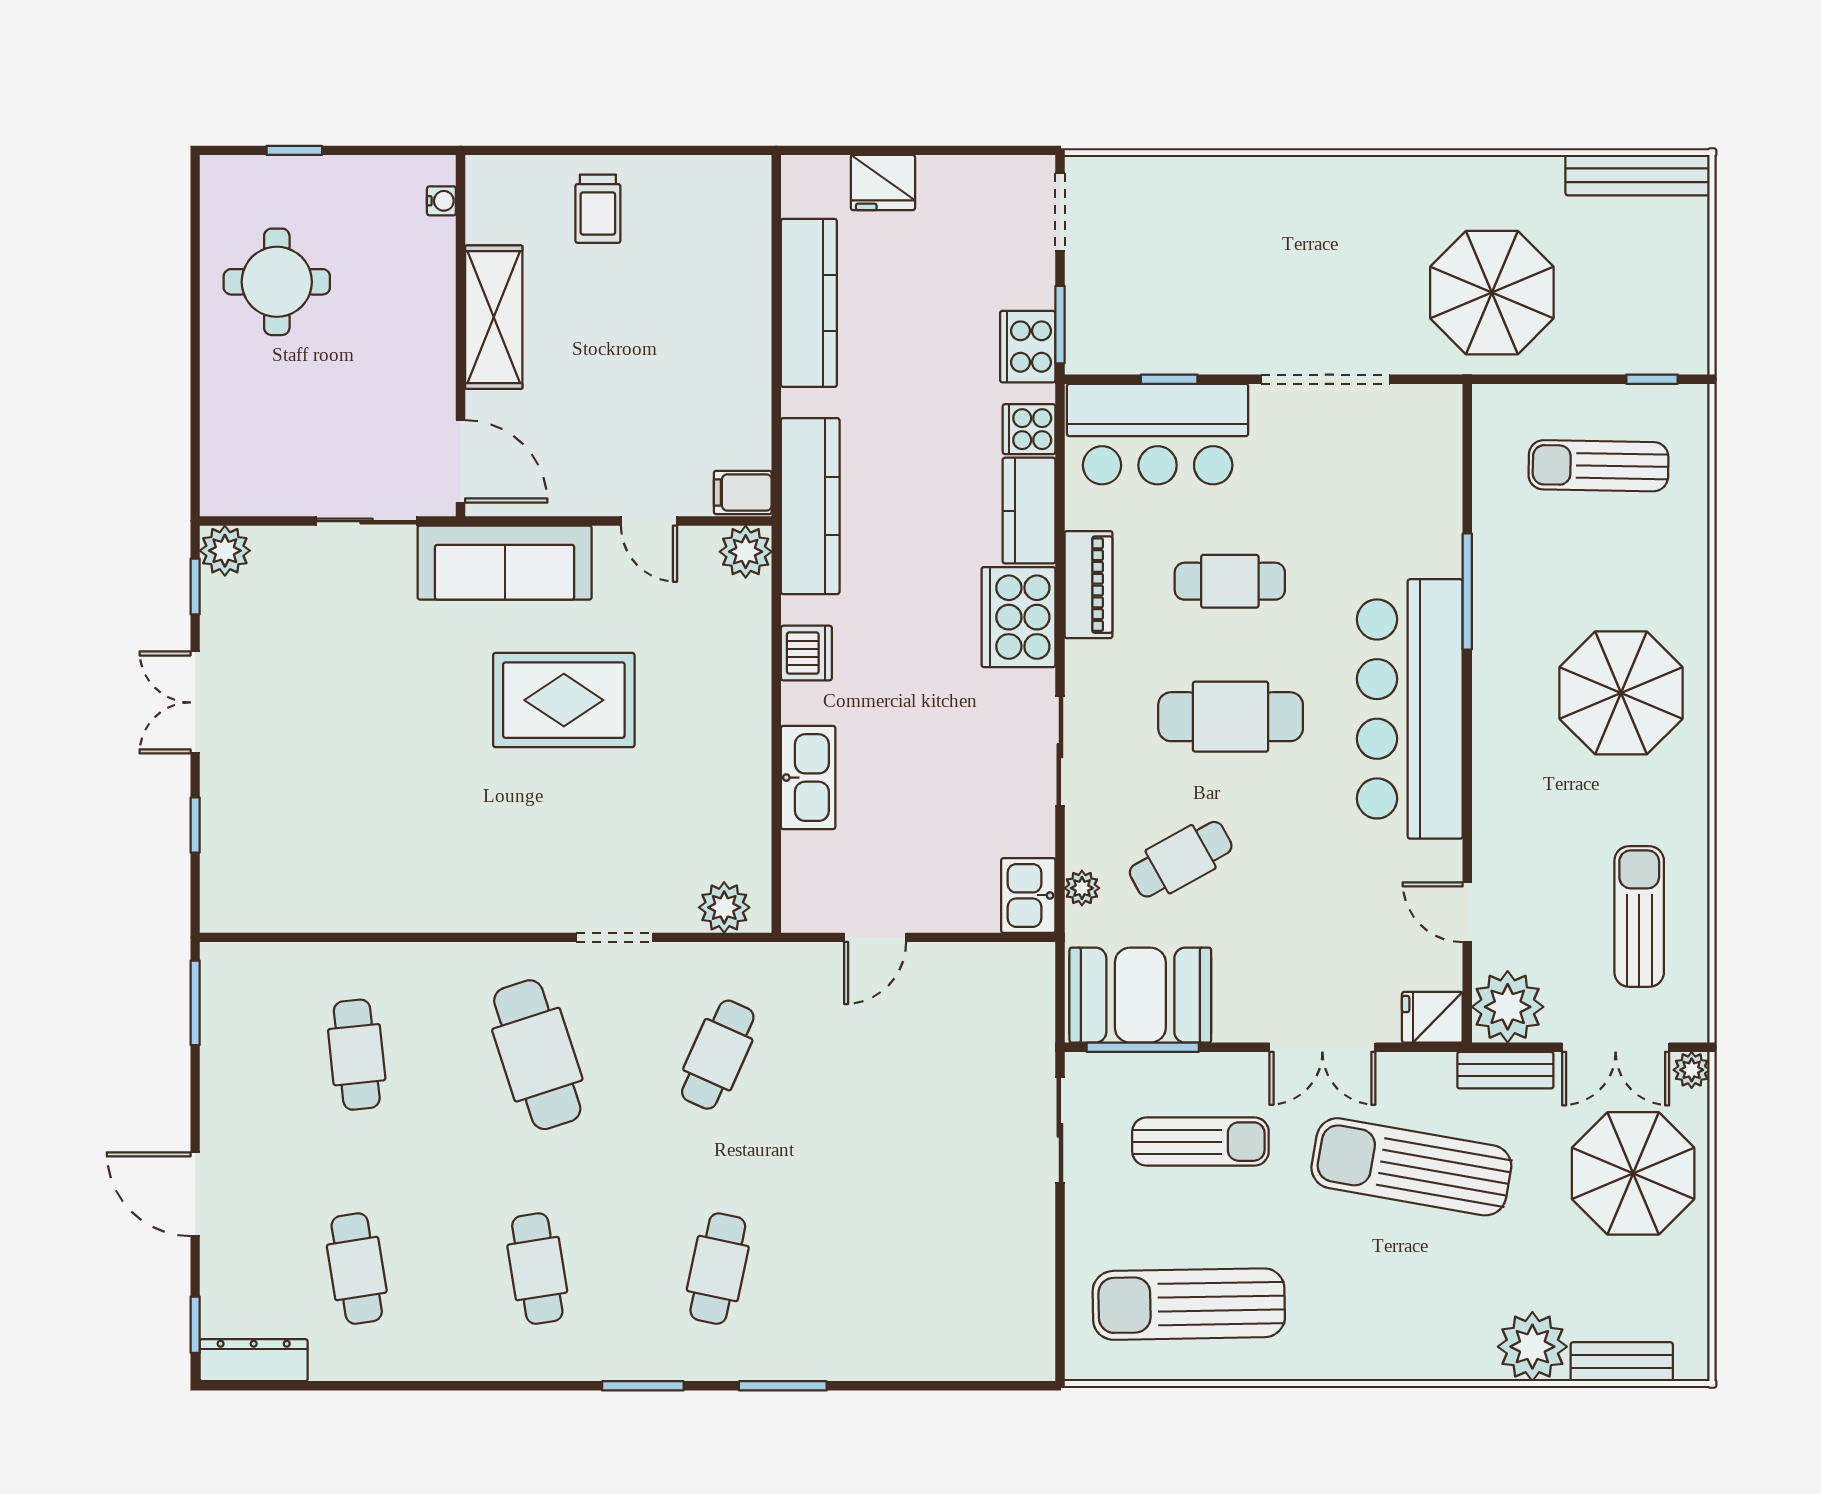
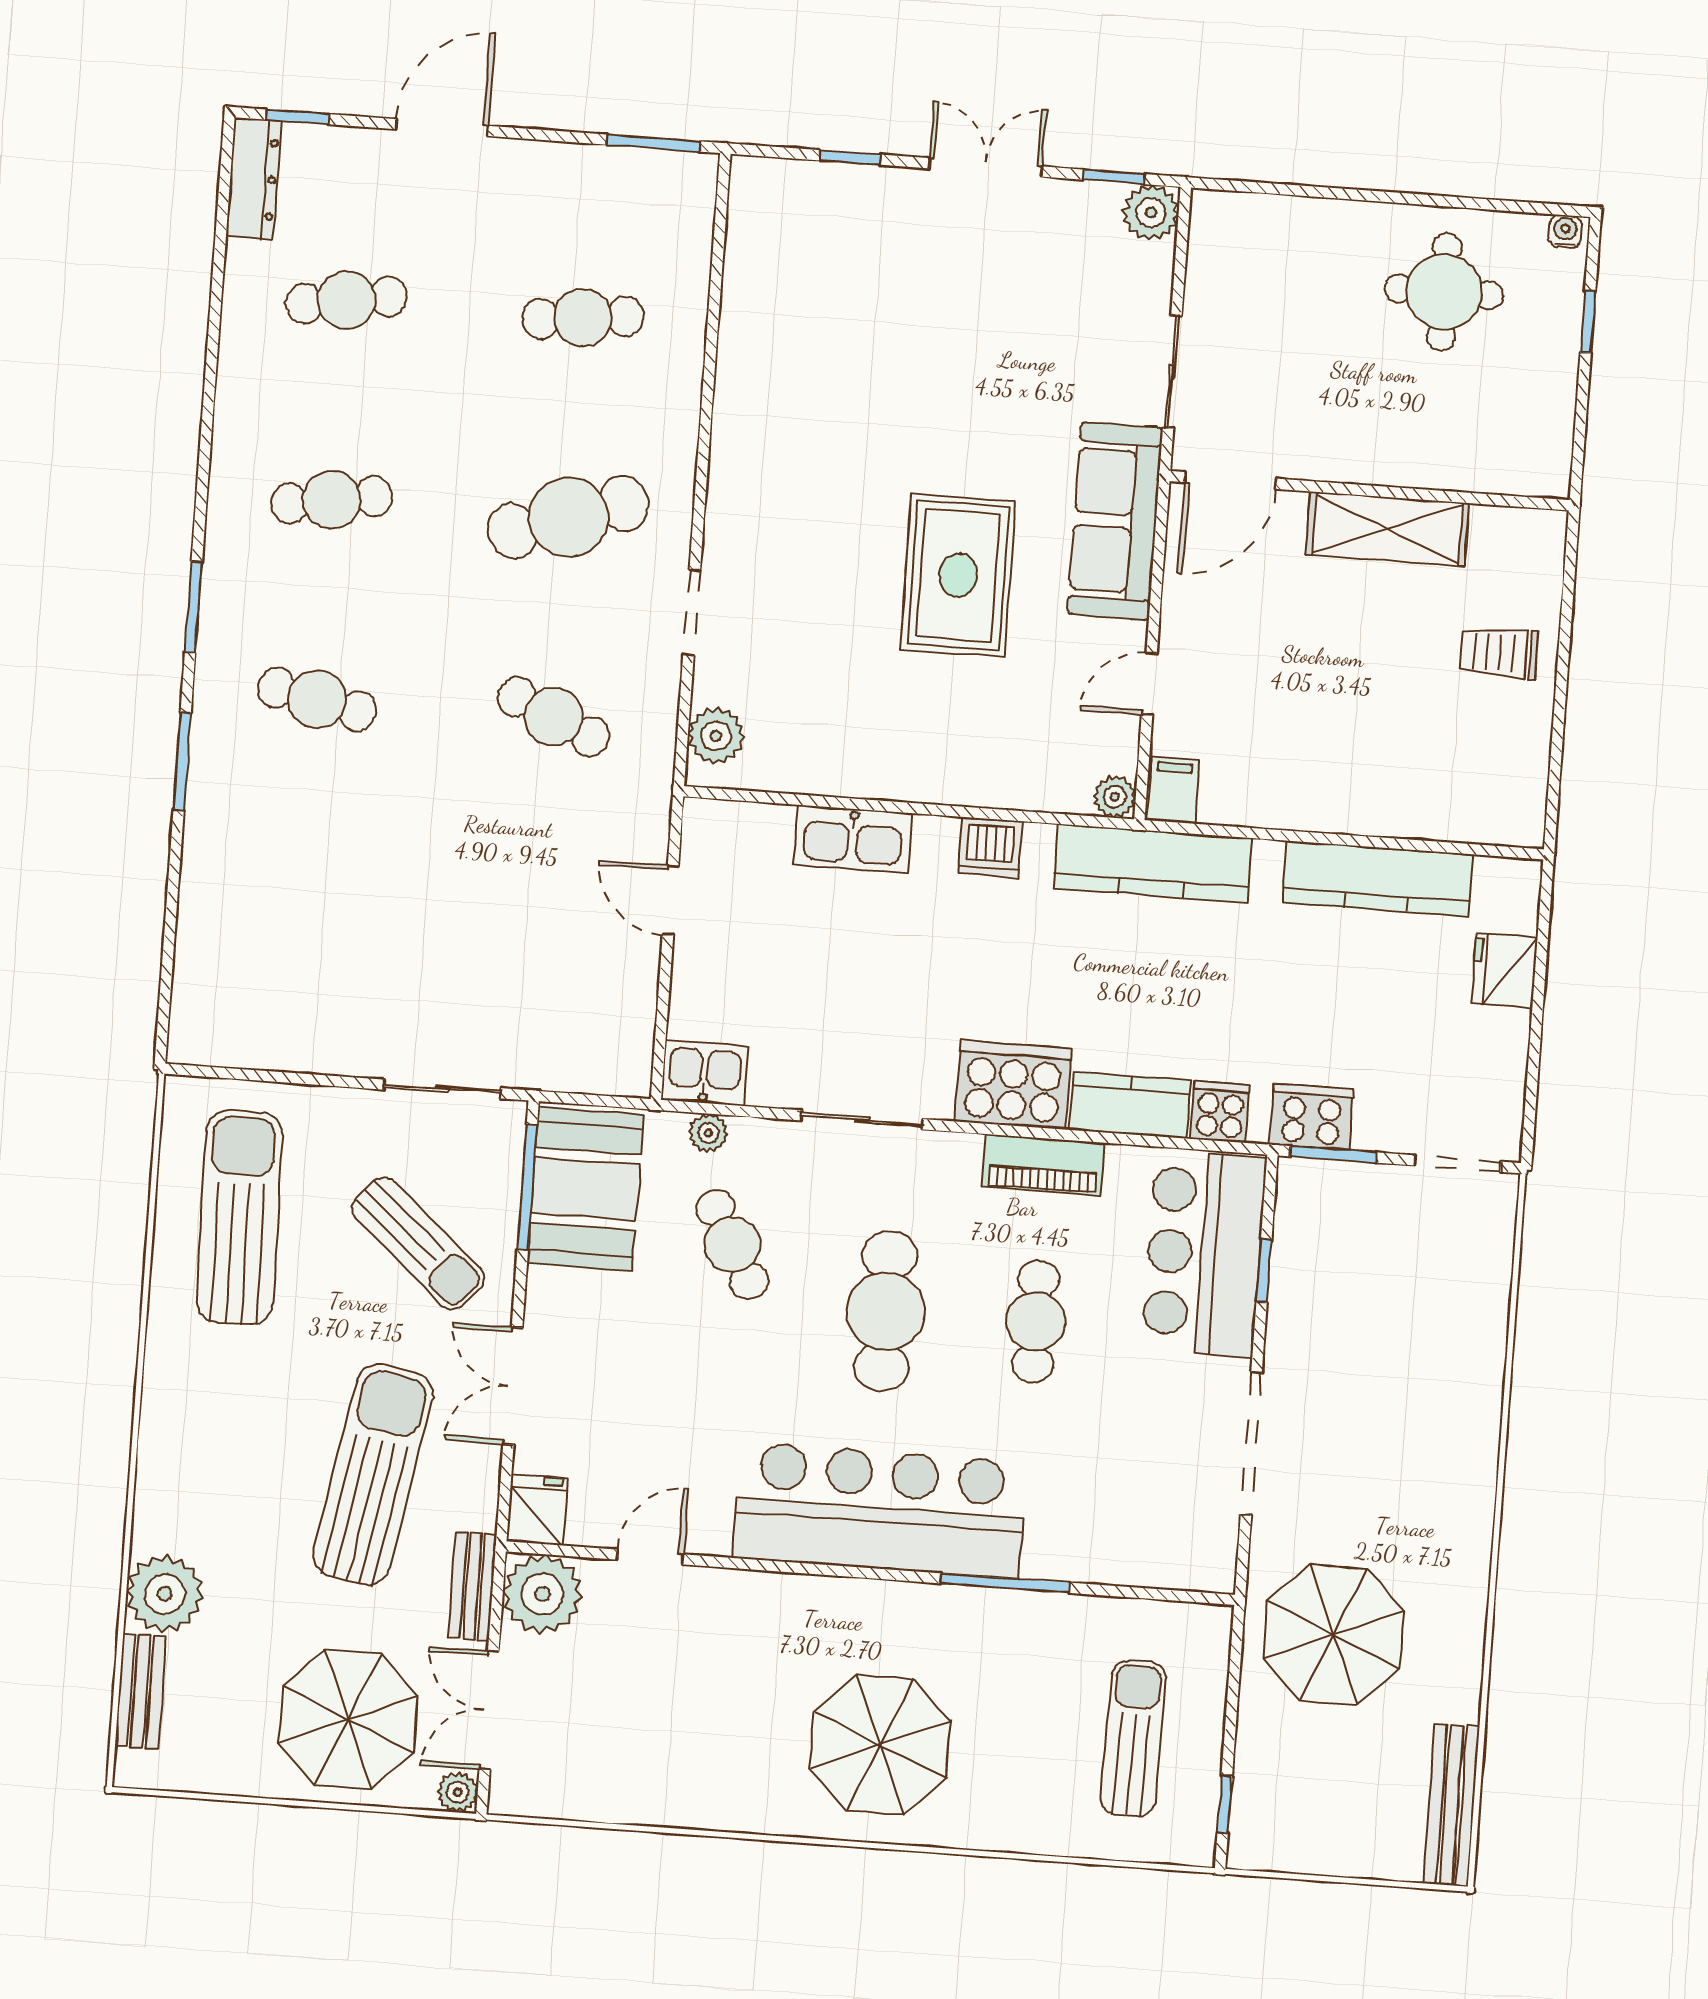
water cooler: (441, 201) -> (1565, 231), moved, turned 180
plant: (746, 552) -> (1115, 797), width x0.73, depth x0.73
sun lounger: (1639, 917) -> (632, 1747), removed
sun lounger: (1200, 1142) -> (418, 1243), turned -49

